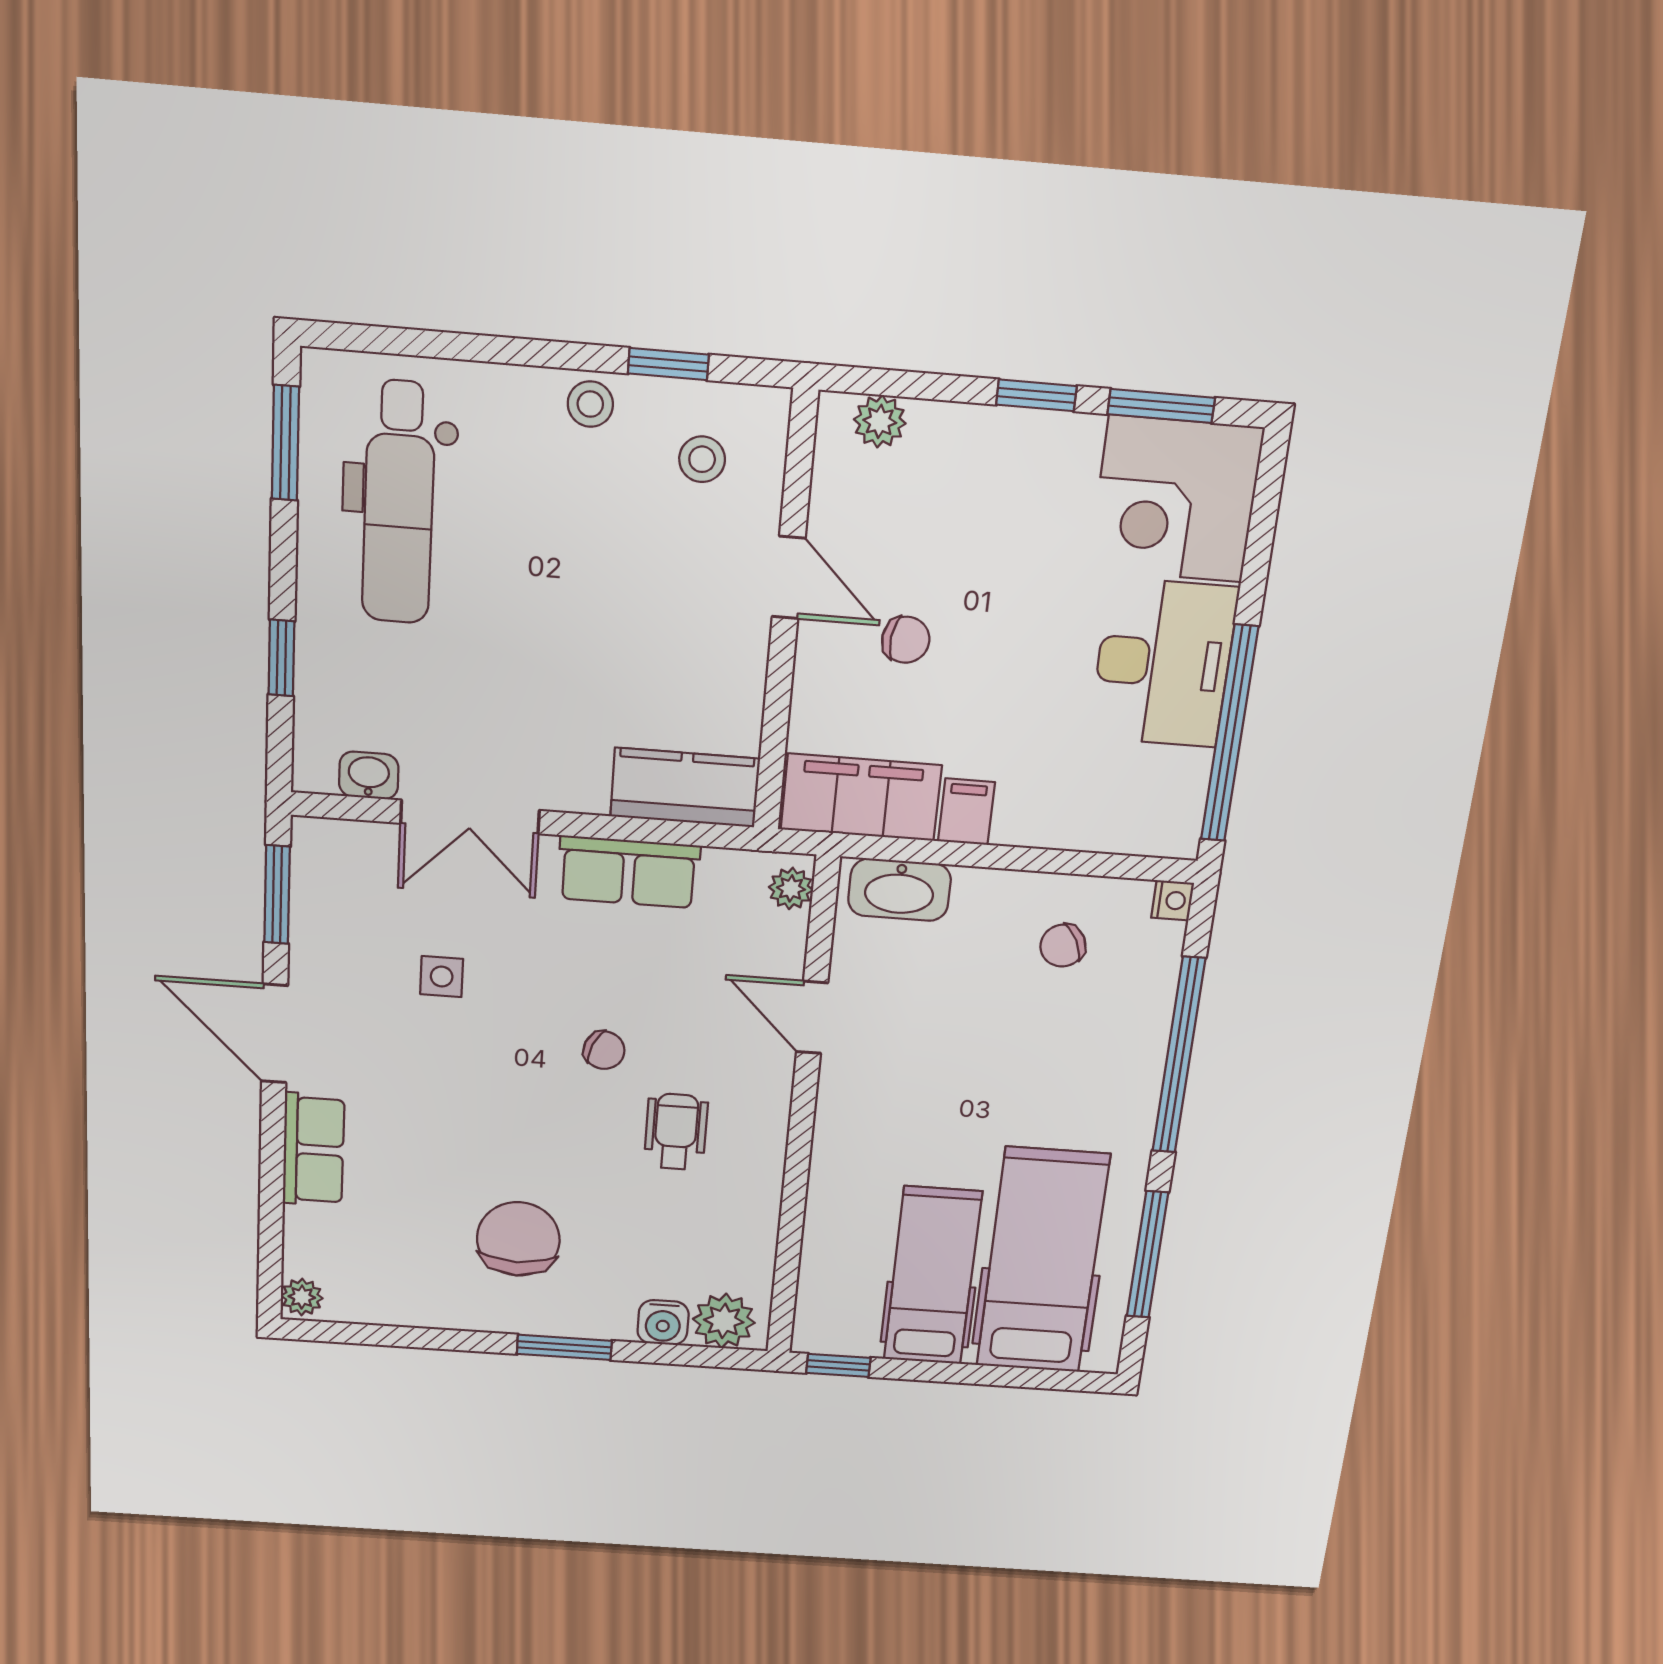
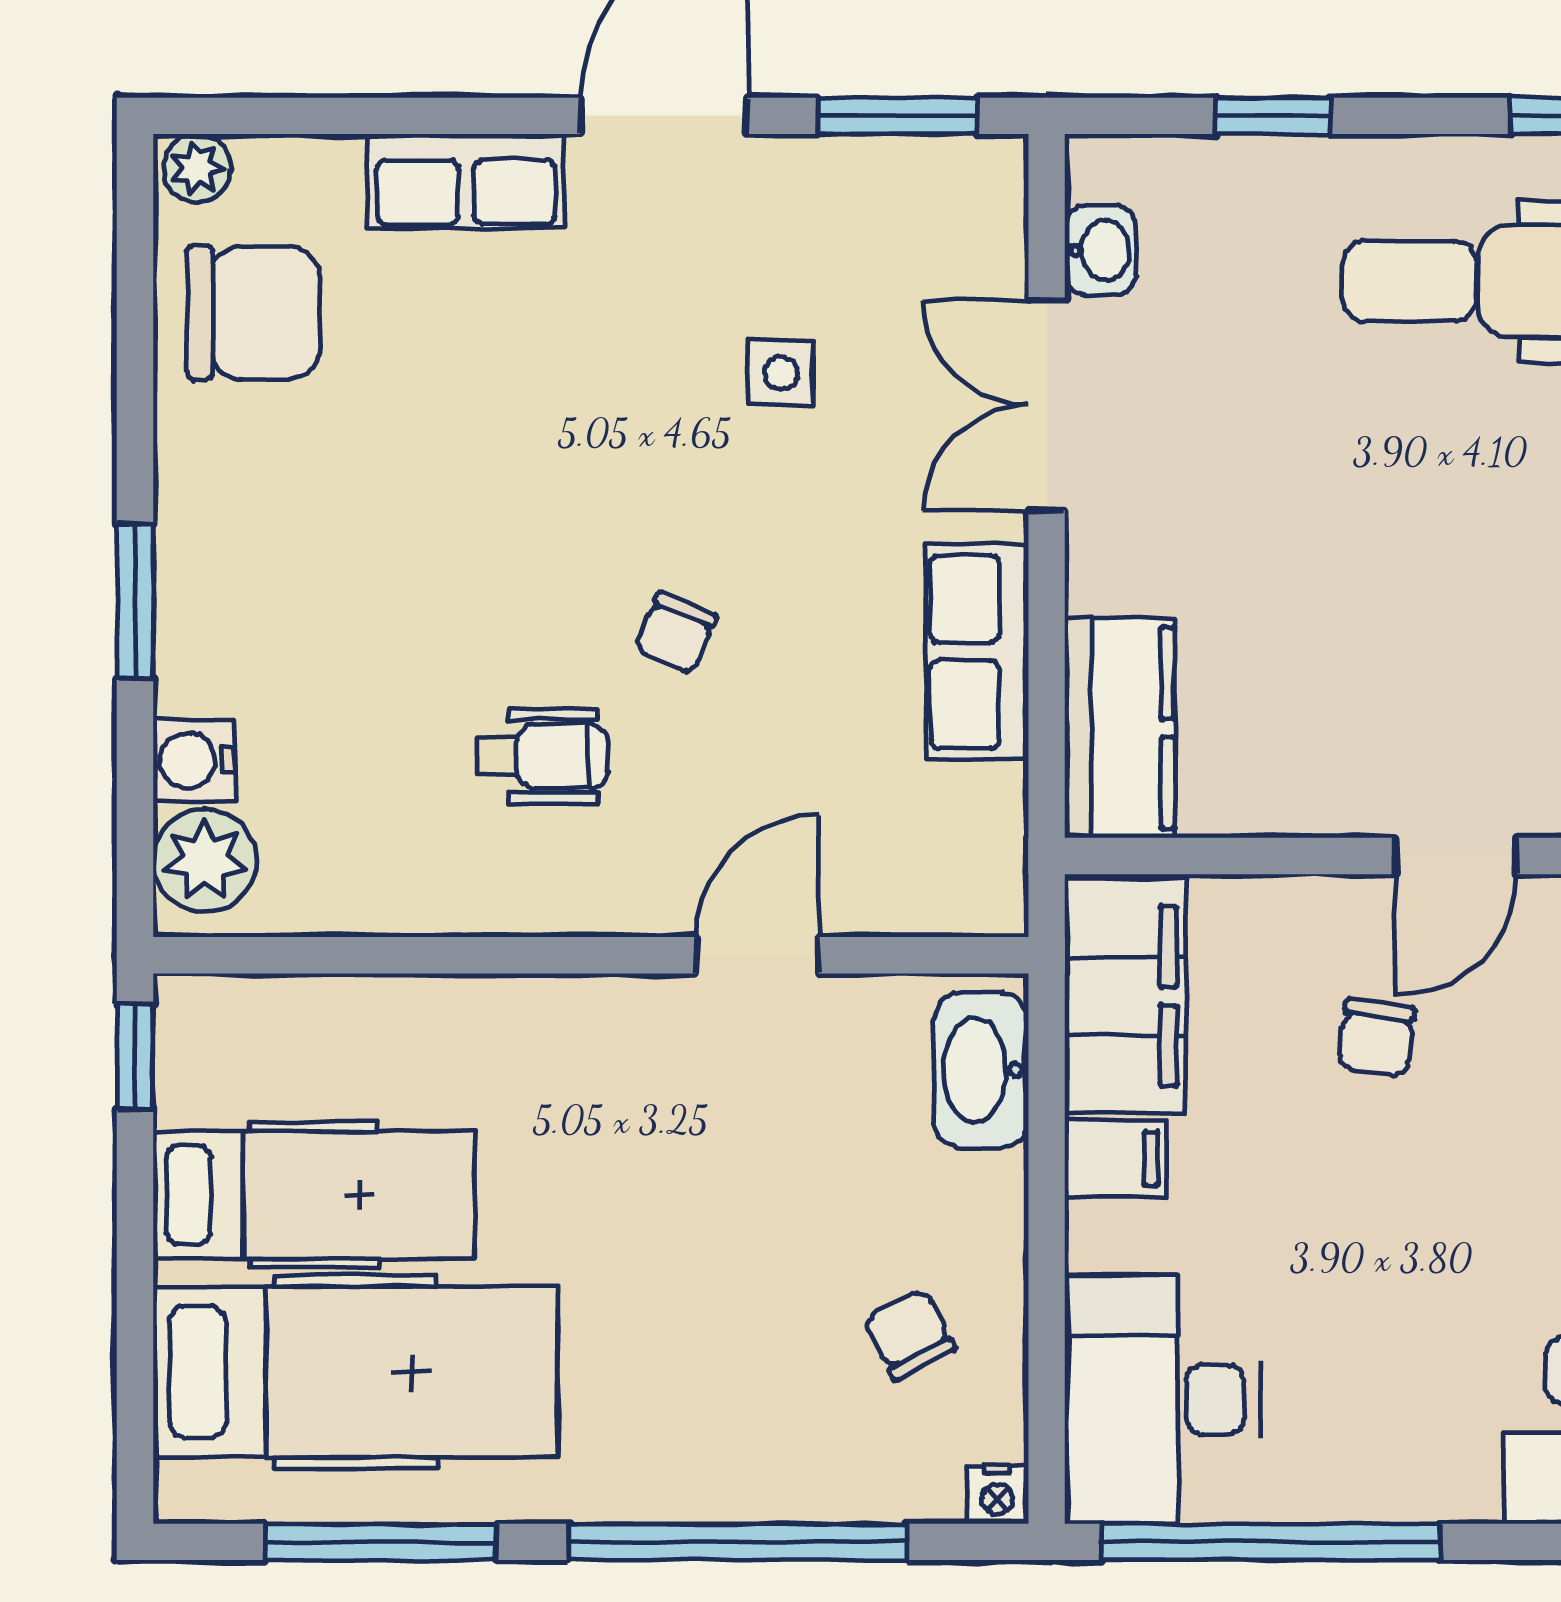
desk: (1163, 663) -> (1162, 1400), moved, turned 90
plant: (791, 889) -> (970, 903), removed
chair: (518, 1239) -> (253, 313), moved

